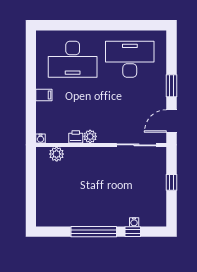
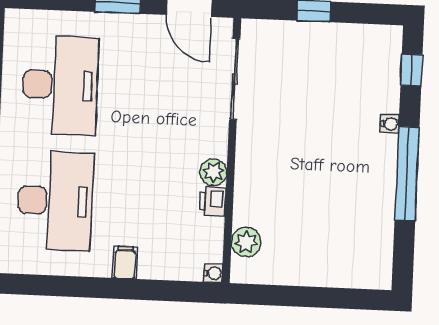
desk: (130, 59) -> (60, 85), turned 180
water cooler: (134, 222) -> (390, 124), moved
window: (133, 232) -> (412, 70), moved

